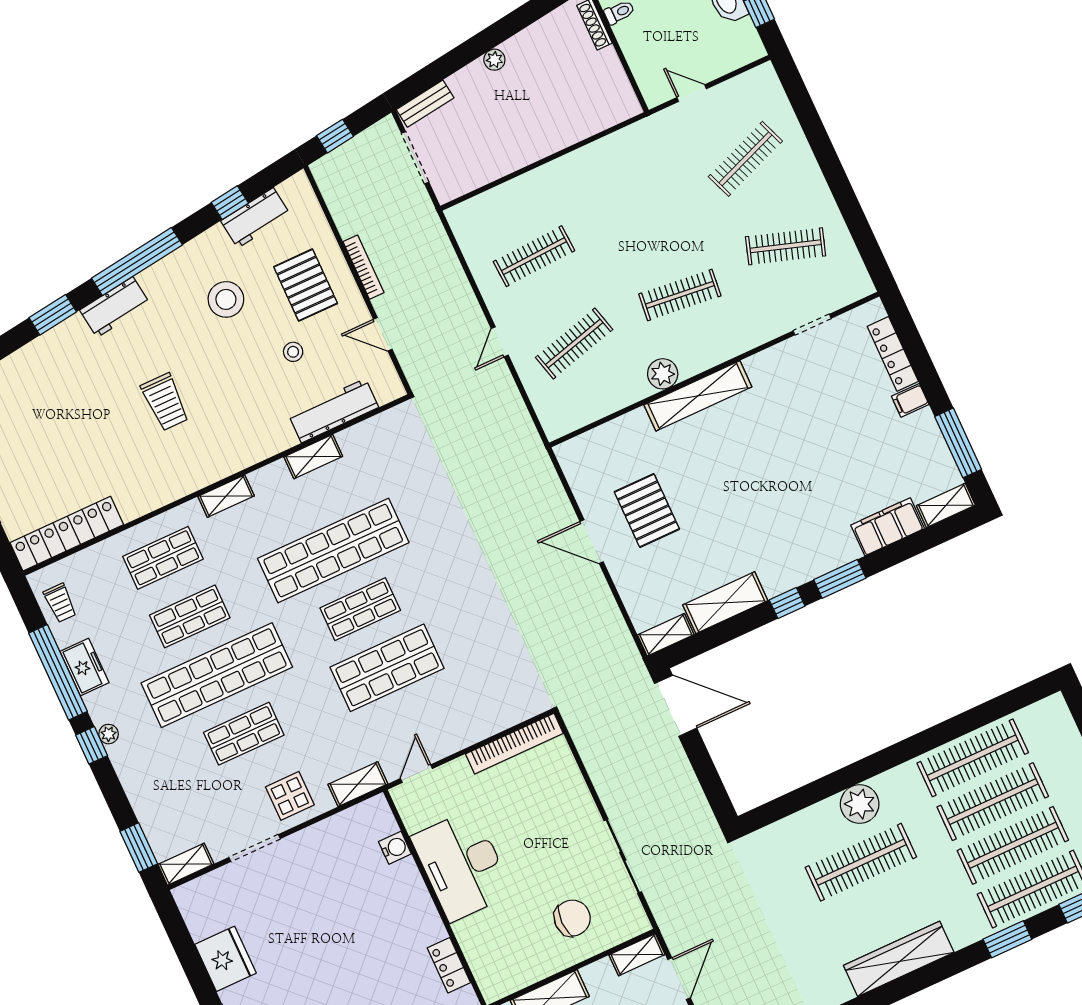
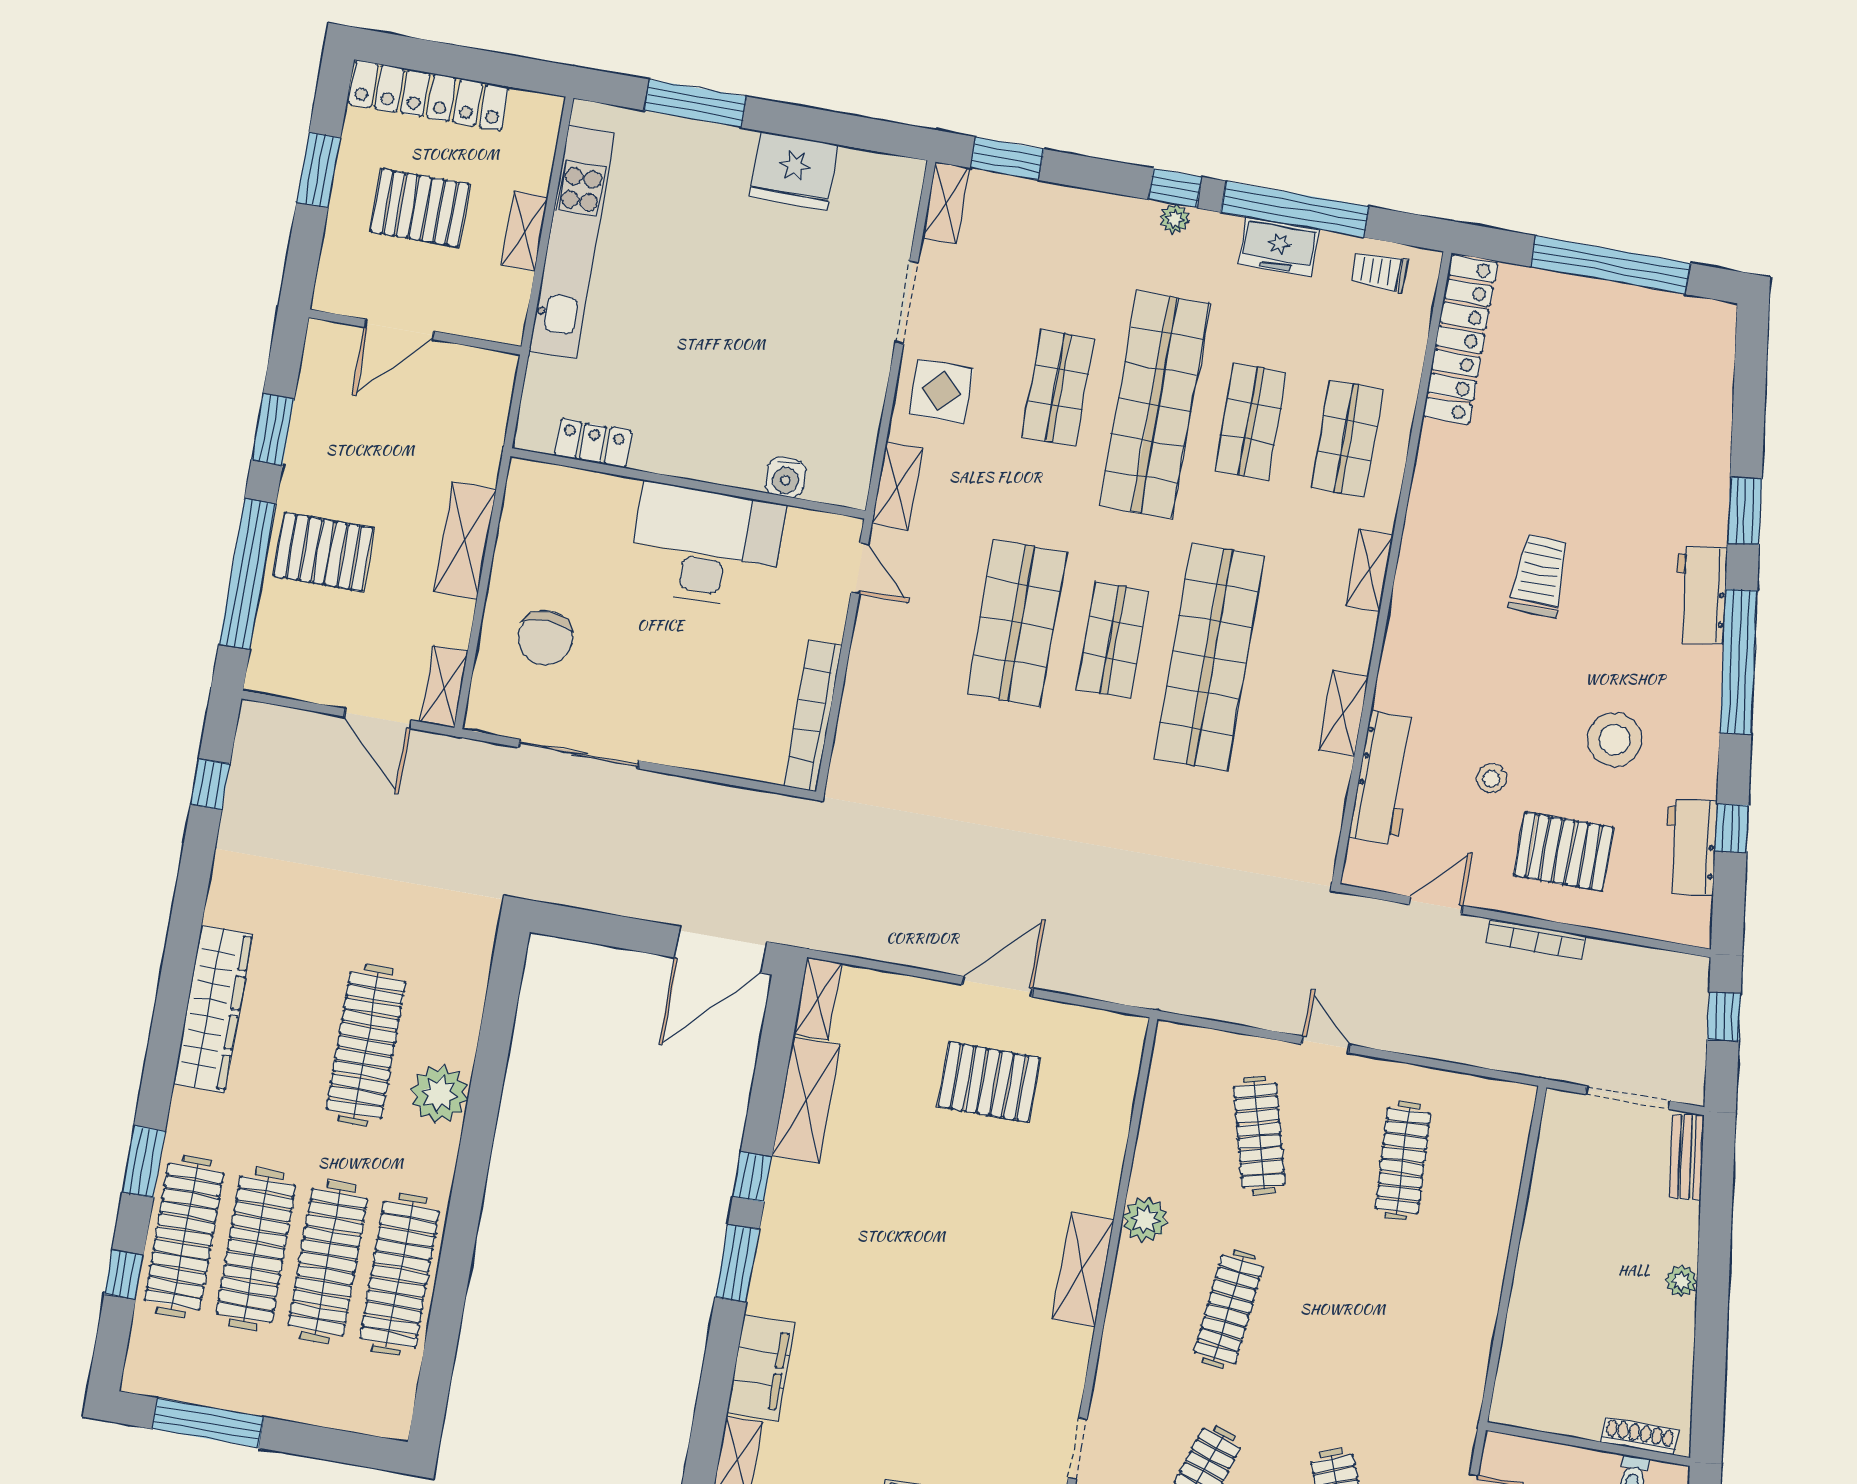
shelving: (698, 396) -> (1083, 1270), width x0.68
trolley: (165, 402) -> (1539, 576), turned 91

